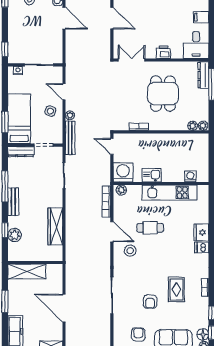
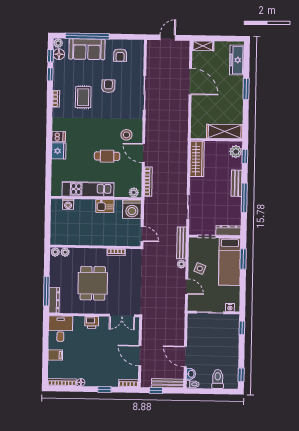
wall: (35, 263) -> (216, 140), moved
shelving: (27, 272) -> (225, 131), moved

